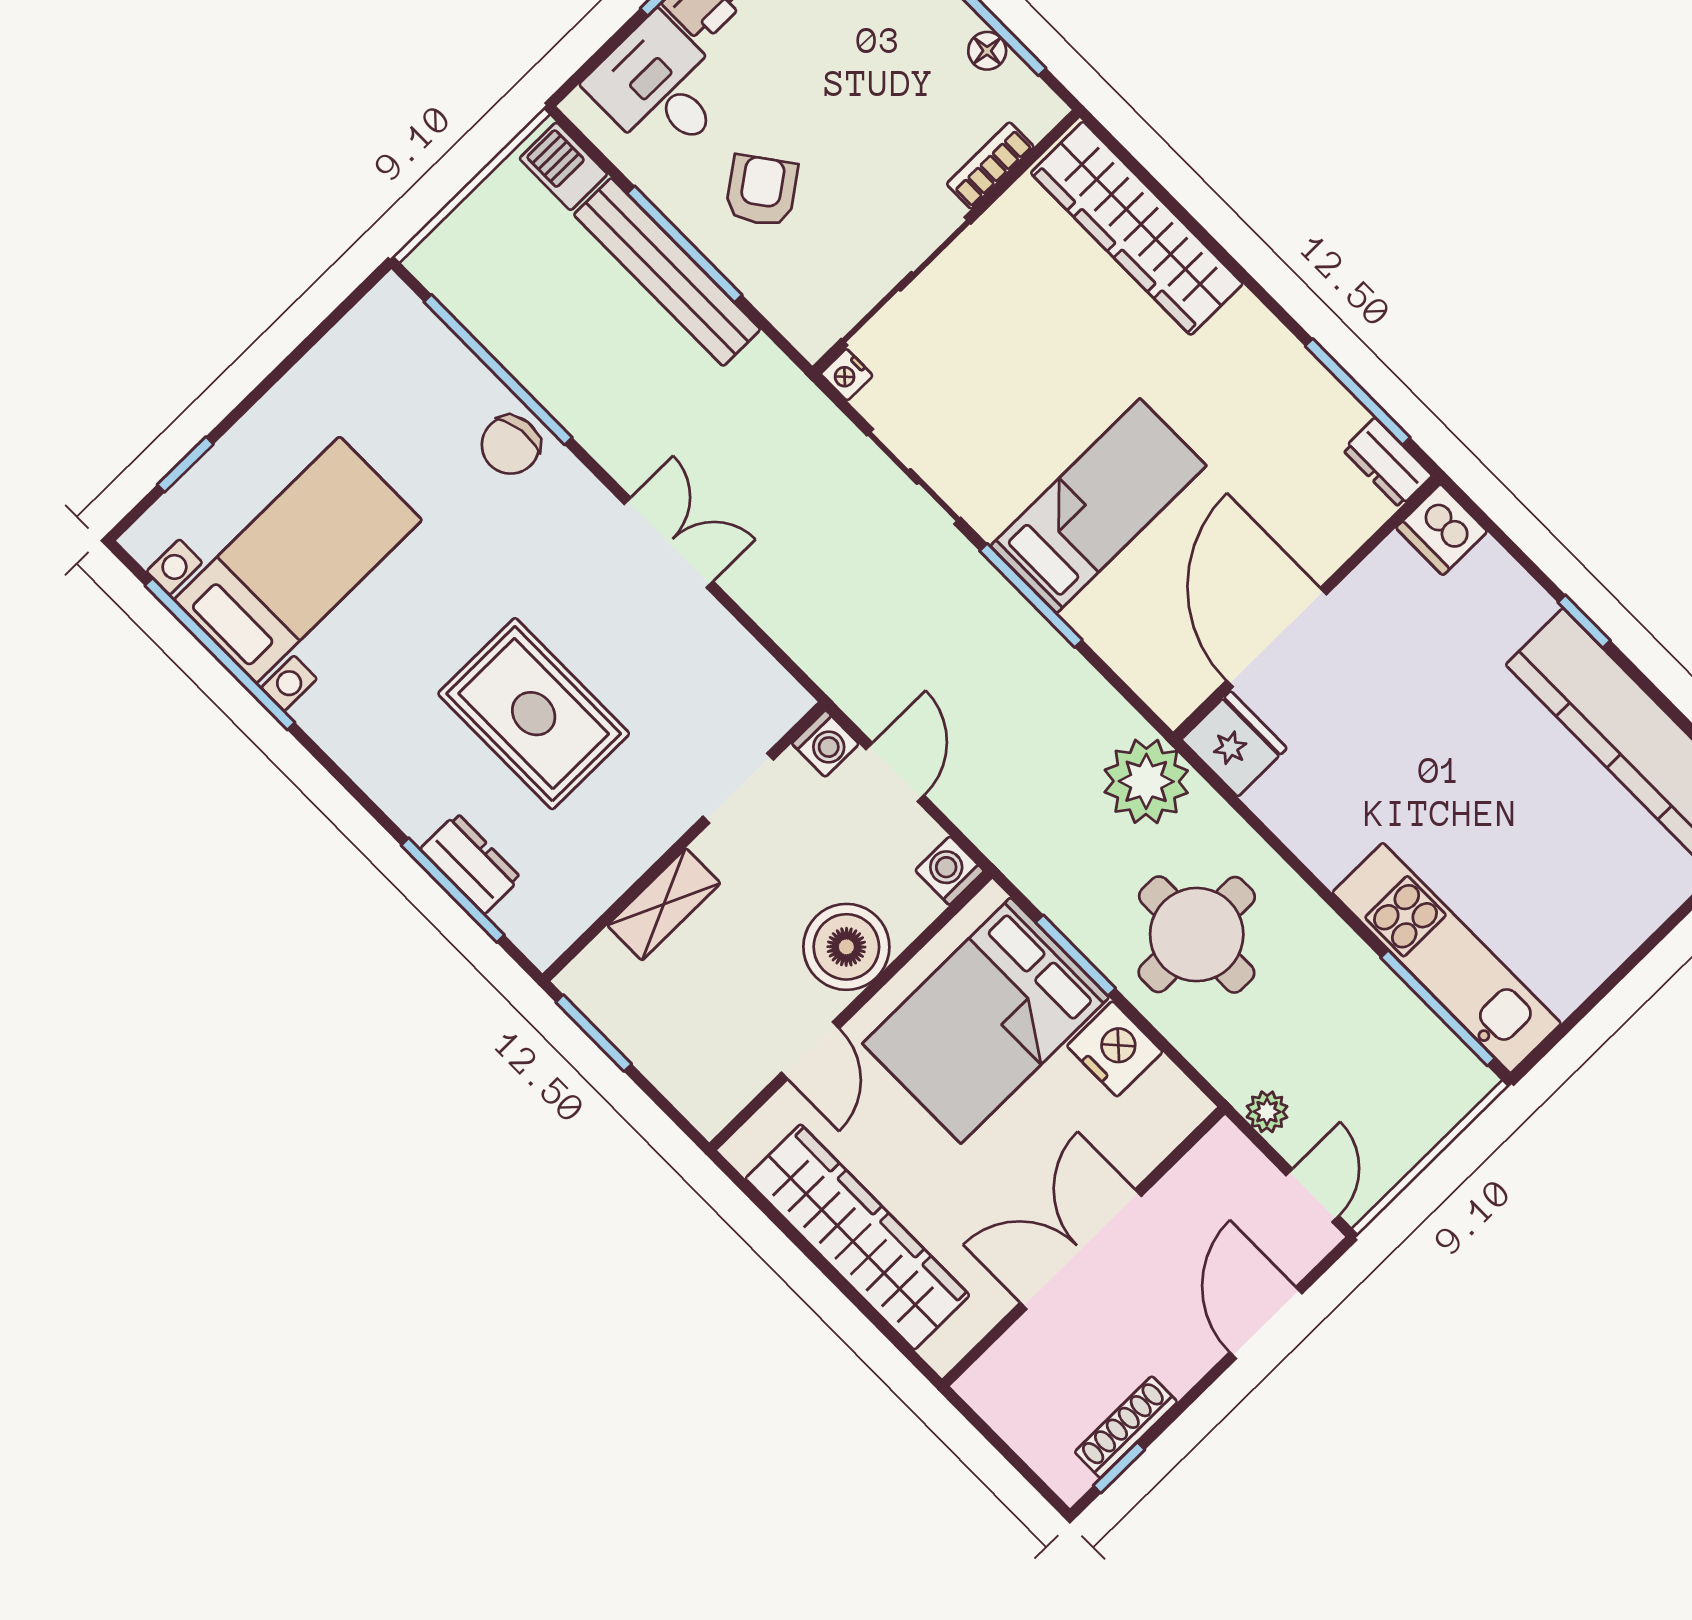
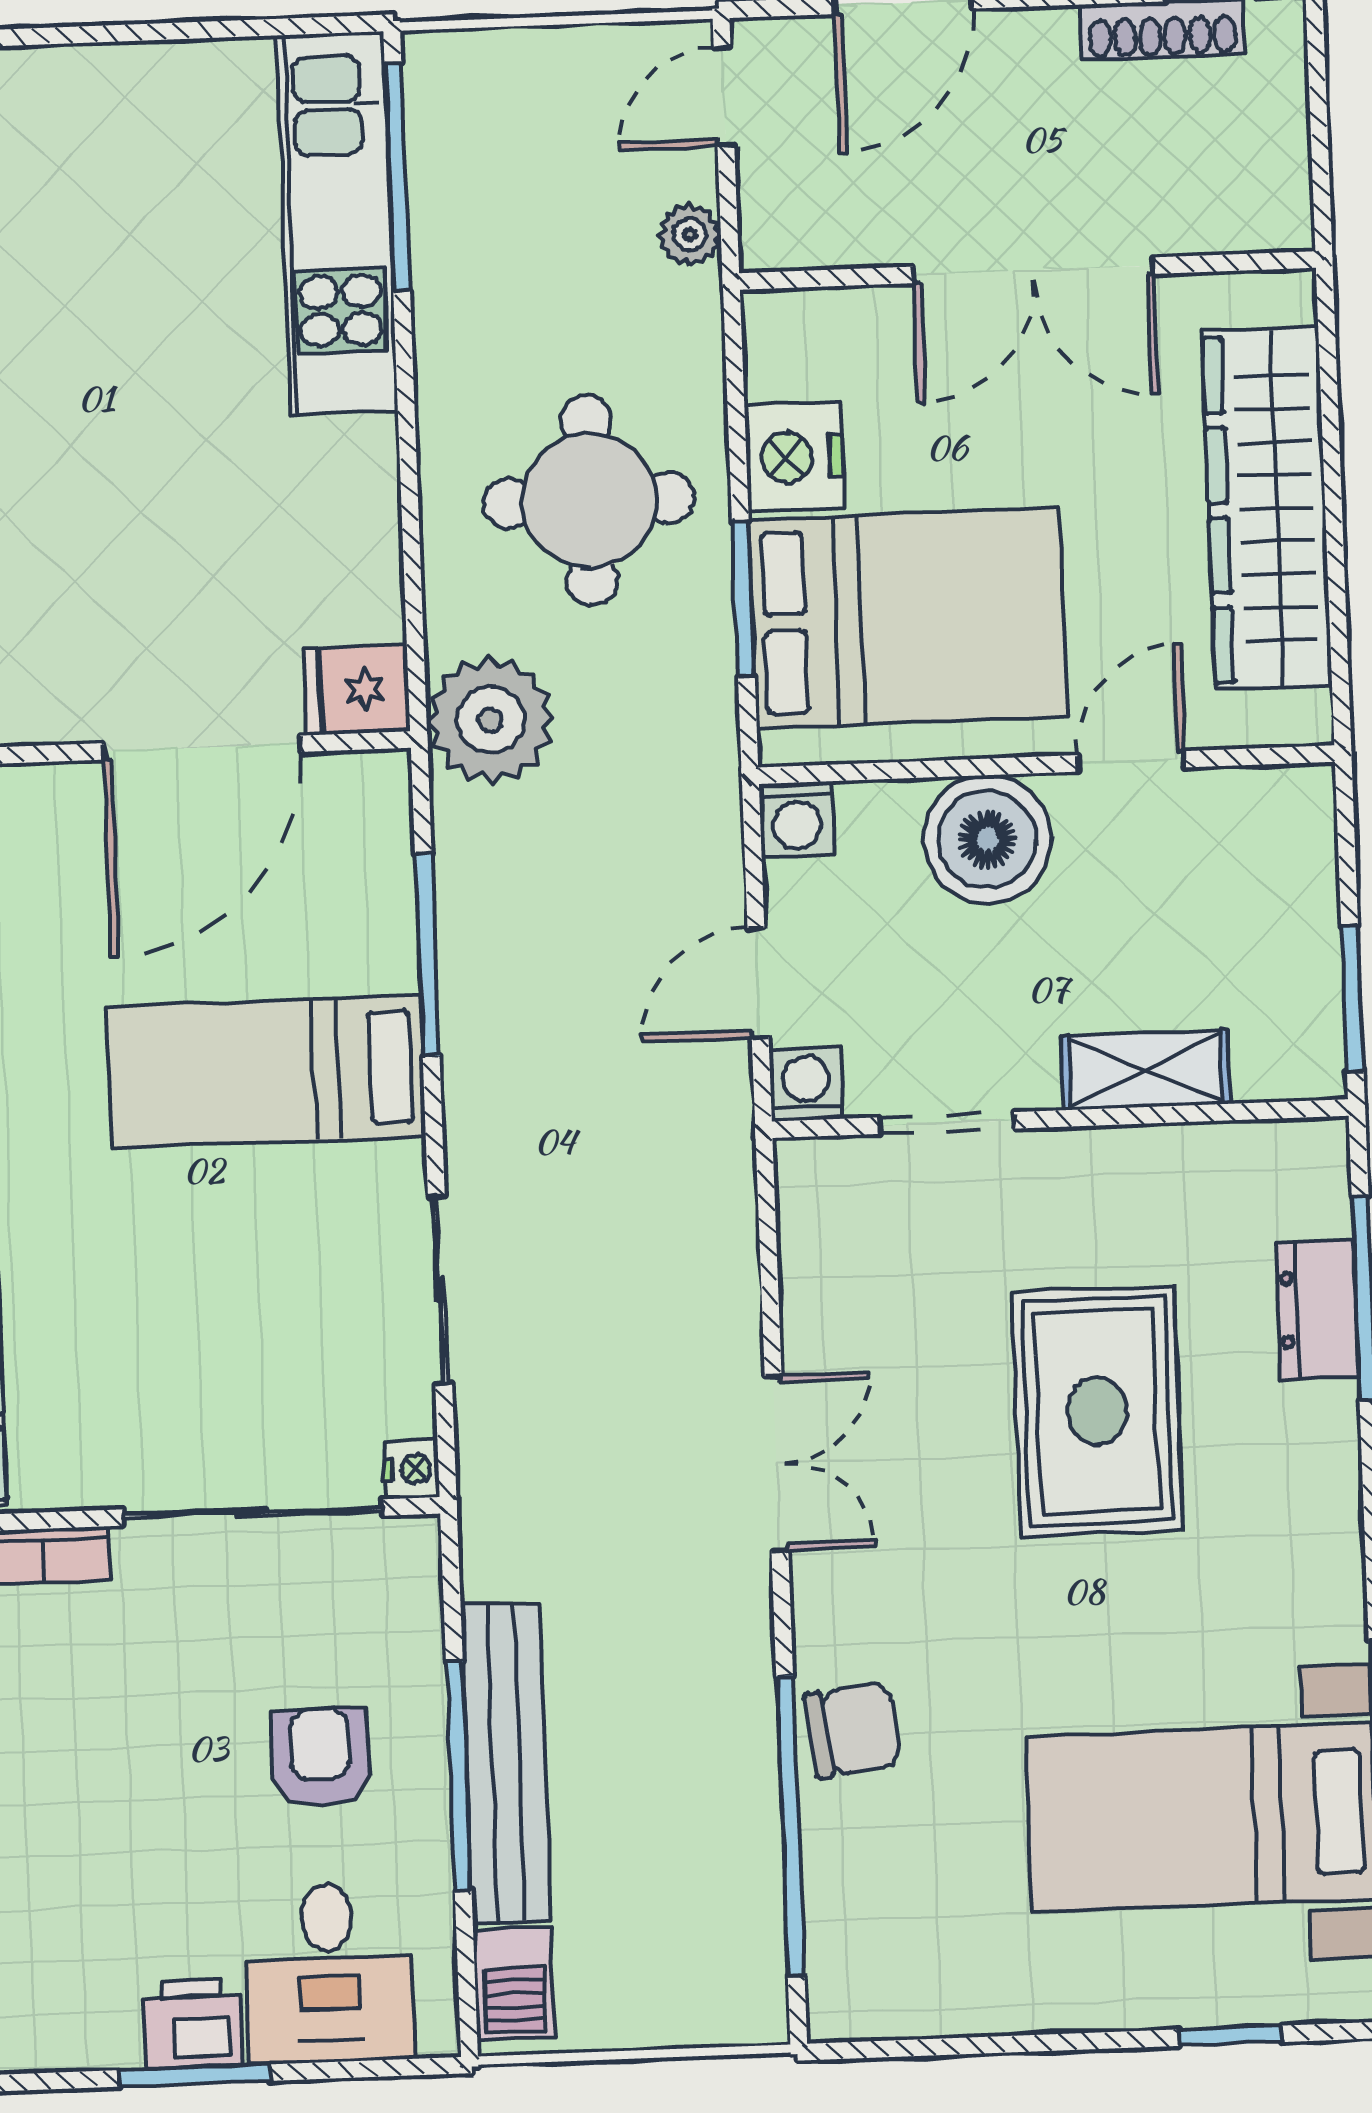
armchair: (761, 191) -> (320, 1758), turned 126
double door: (669, 543) -> (777, 1463), swing flipped
window: (1031, 595) -> (427, 955), moved
fridge: (1234, 744) -> (357, 690), width x0.72

